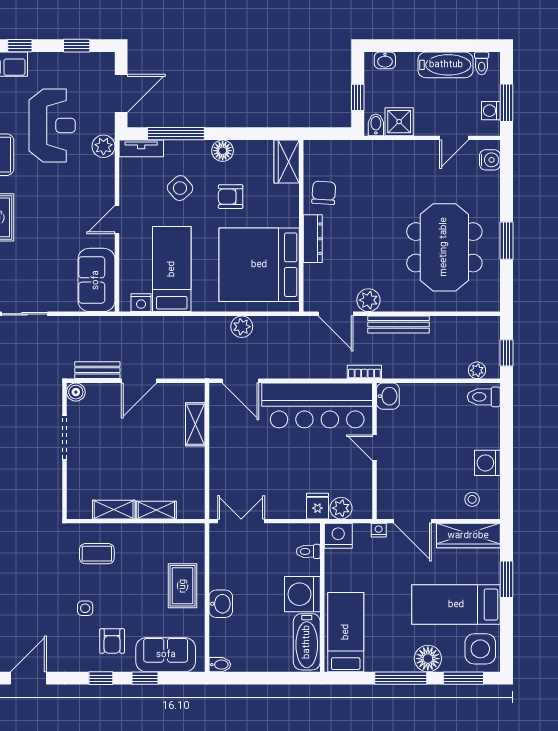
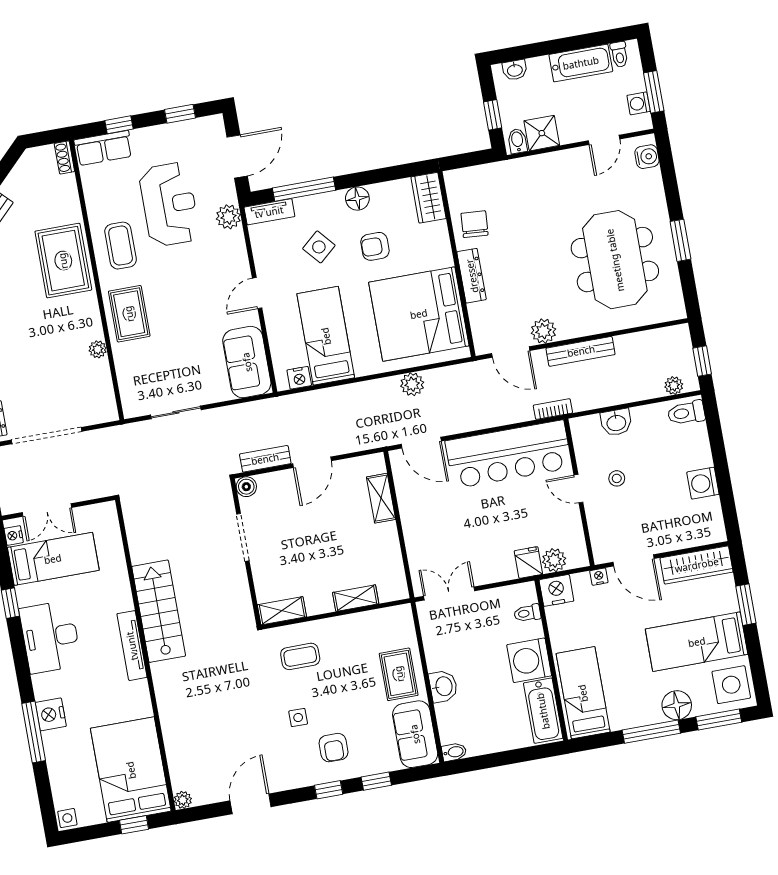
washbasin: (388, 396) -> (616, 422), moved, turned 90
stool: (472, 499) -> (617, 478), moved
shelving: (114, 510) -> (282, 611), moved
sofa: (166, 655) -> (415, 734), moved, turned -90

